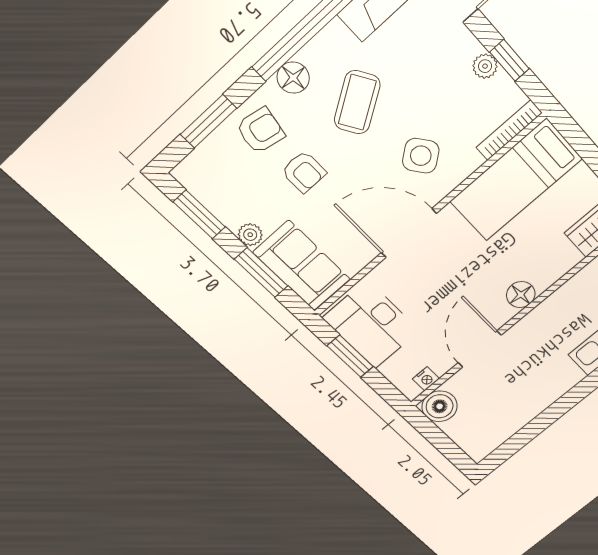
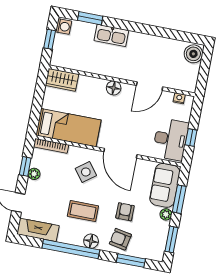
coffee table: (357, 102) -> (83, 211), turned 32
window: (350, 356) -> (191, 137), width x0.67
boiler: (440, 406) -> (193, 54), moved

